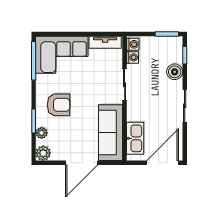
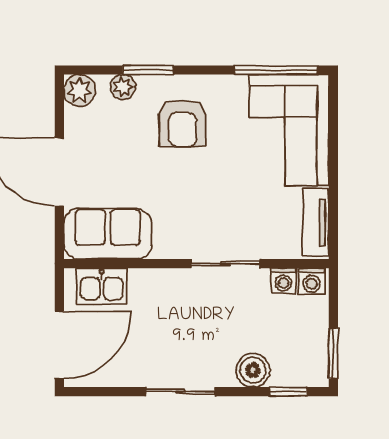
sofa: (111, 133) -> (108, 234), width x0.73
kitchen sink: (135, 138) -> (102, 286), width x0.73
door: (163, 163) -> (59, 345), hinge flipped

